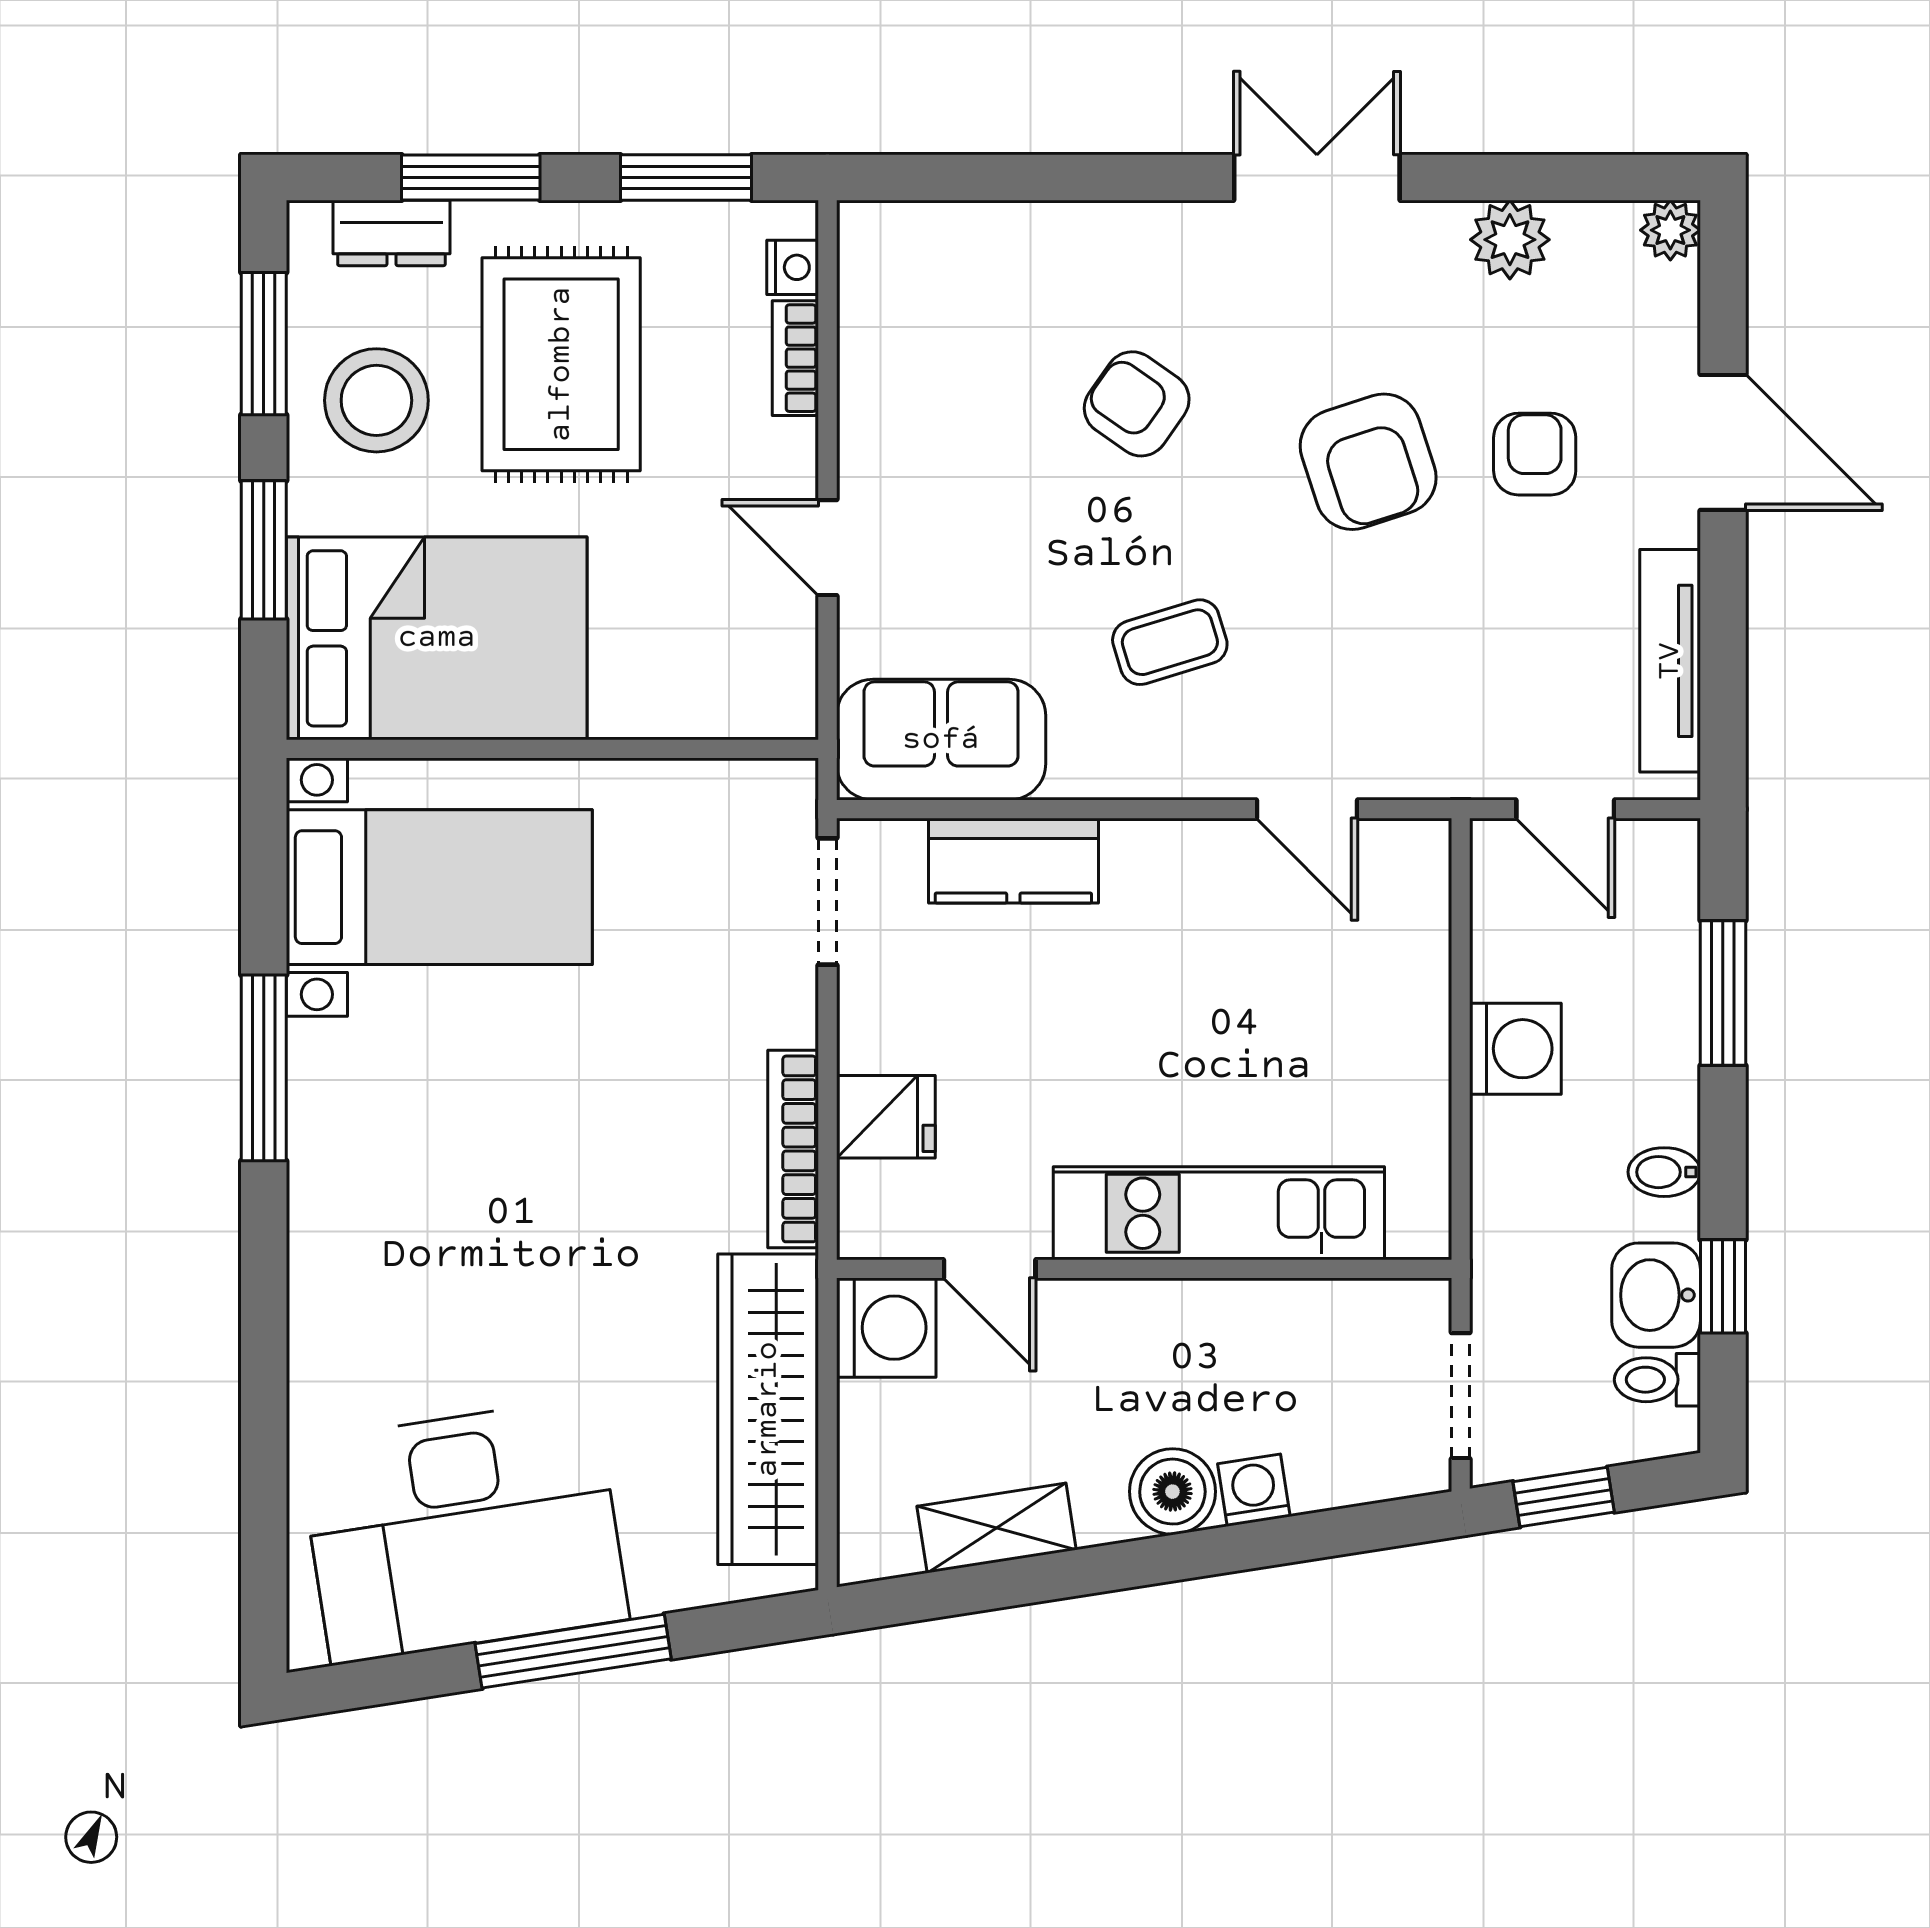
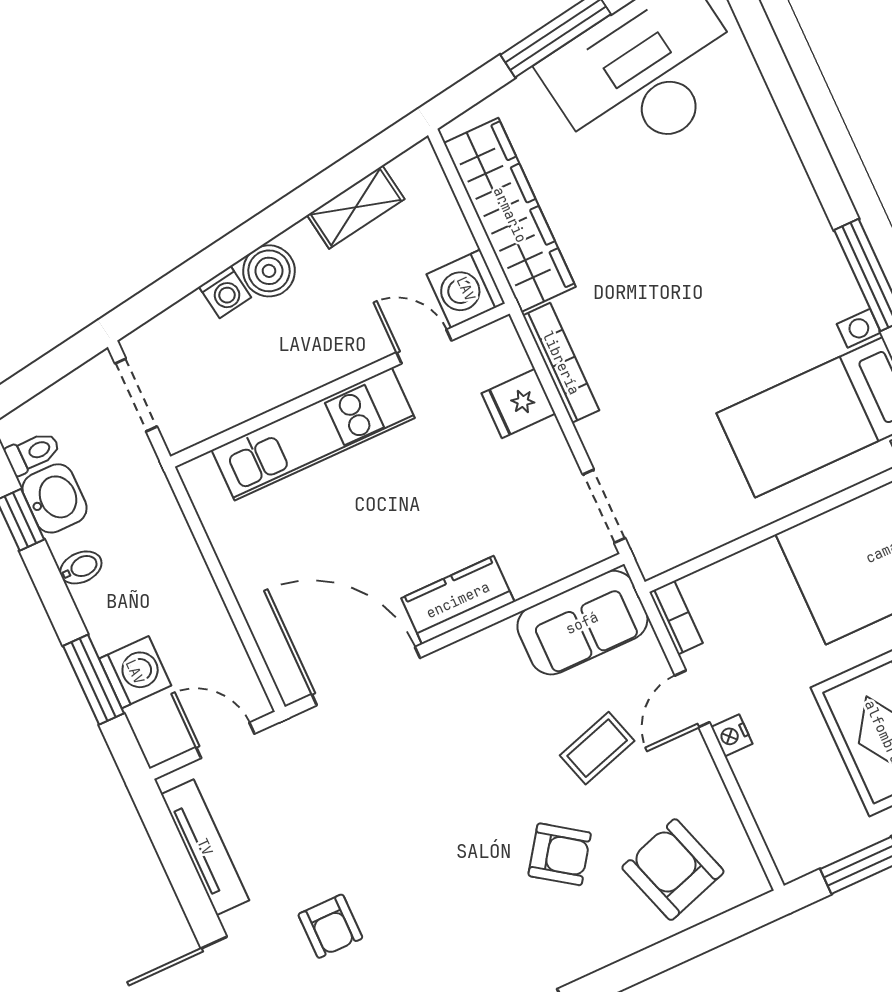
nightstand: (793, 267) -> (732, 735), moved
bookcase: (795, 358) -> (676, 618), moved
armchair: (1368, 462) -> (673, 870), moved
door: (827, 548) -> (692, 699), swing flipped
coffee table: (1170, 642) -> (597, 748), moved
door: (1307, 809) -> (366, 676), width x1.88
kitchen counter: (1013, 861) -> (458, 600), moved
washing machine: (1515, 1049) -> (135, 672), moved, turned 180
window: (1564, 1497) -> (55, 365), removed

